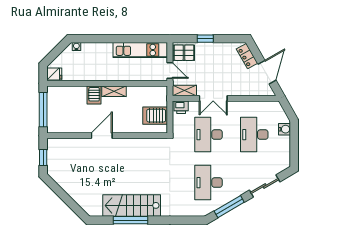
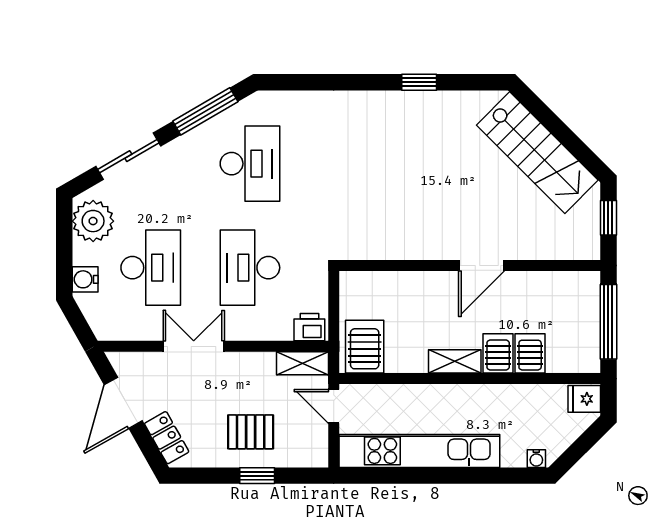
kitchen unit: (140, 50) -> (419, 451), width x1.36
pallet: (184, 53) -> (251, 432), moved
server rack: (79, 95) -> (530, 353), added
double door: (213, 98) -> (194, 346), moved
server rack: (155, 116) -> (365, 347), moved, turned -90
desk: (209, 135) -> (250, 268), turned 180
plant: (281, 156) -> (93, 221), added
stairs: (132, 205) -> (537, 153), moved, turned 45
window: (130, 220) -> (419, 82), width x0.46

